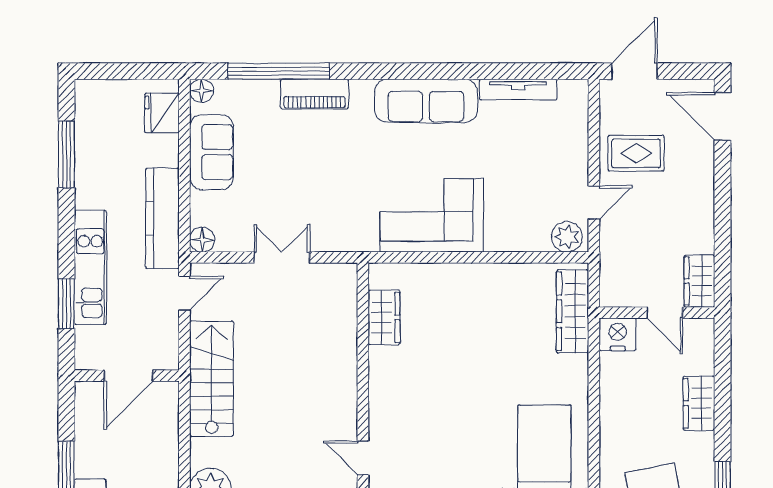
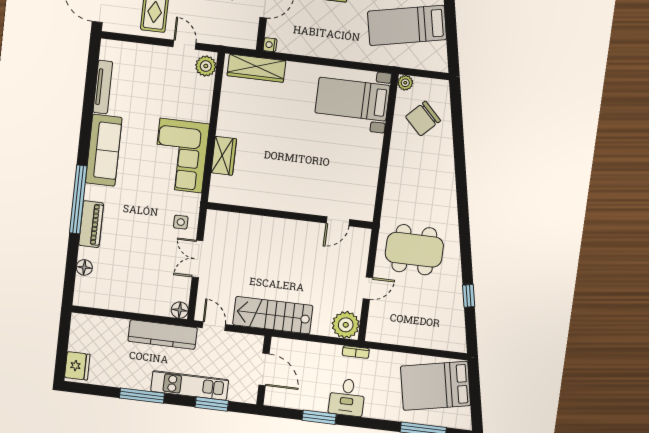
window: (279, 71) -> (78, 199), moved
floor lamp: (202, 91) -> (84, 267), moved
fridge: (162, 113) -> (77, 366), moved, turned -90
sofa: (212, 152) -> (122, 297), removed
window: (66, 154) -> (142, 396), moved
side table: (334, 226) -> (181, 222), added
wardrobe: (384, 317) -> (224, 156), moved, turned 90
nightstand: (618, 334) -> (270, 45), width x0.53, depth x0.56

